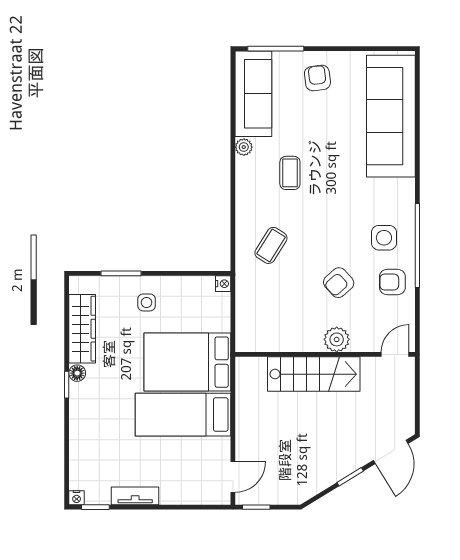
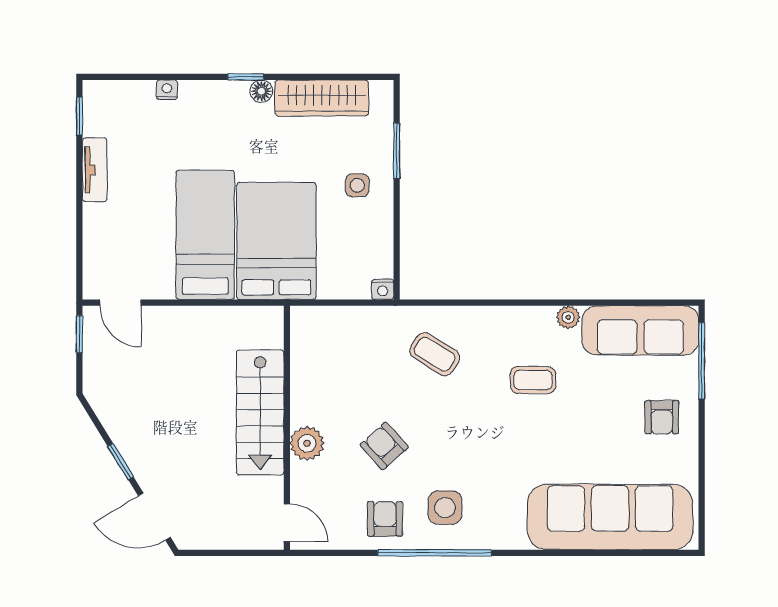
armchair: (317, 78) -> (662, 417), turned 97
nightstand: (77, 498) -> (167, 90), moved, turned 90

